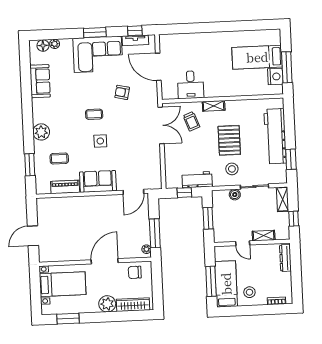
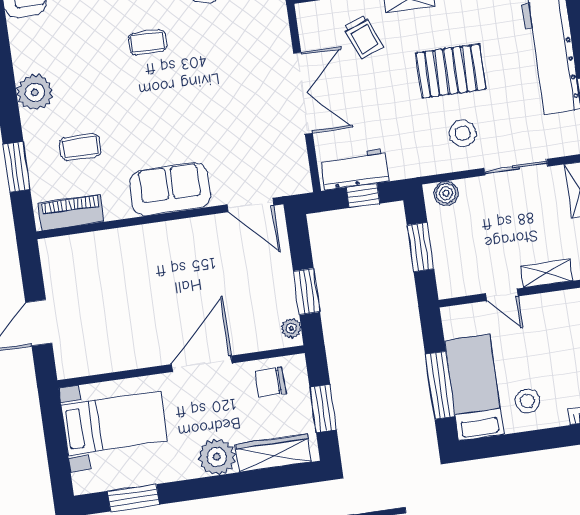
double door: (161, 125) -> (303, 93), moved
pallet: (229, 140) -> (451, 71), turned 90
side table: (100, 141) -> (167, 100), removed
workbench: (197, 180) -> (355, 169), moved
piano: (65, 187) -> (71, 212), moved
door: (133, 192) -> (250, 205), hinge flipped
boiler: (235, 195) -> (446, 193), moved
window: (155, 233) -> (306, 292), width x0.69
window: (157, 287) -> (323, 408), added

